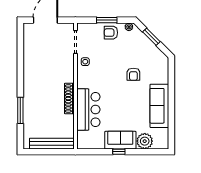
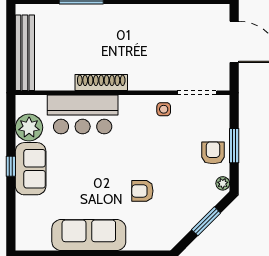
plant: (145, 141) -> (29, 127), moved

